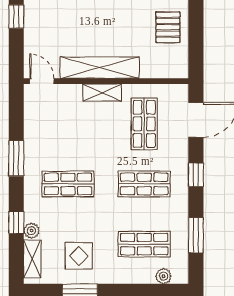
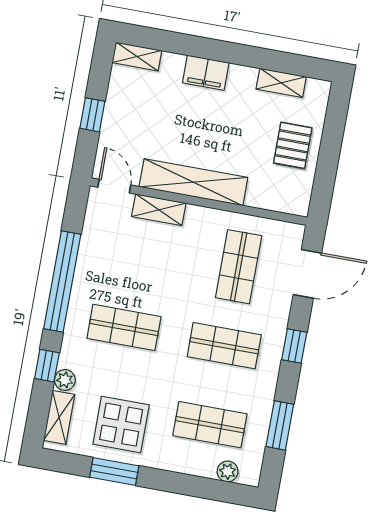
window: (16, 16) -> (92, 115), moved
shelving: (102, 93) -> (159, 210), moved
window: (16, 158) -> (62, 282), width x2.11
display table: (79, 256) -> (121, 425), width x1.36, depth x1.36

